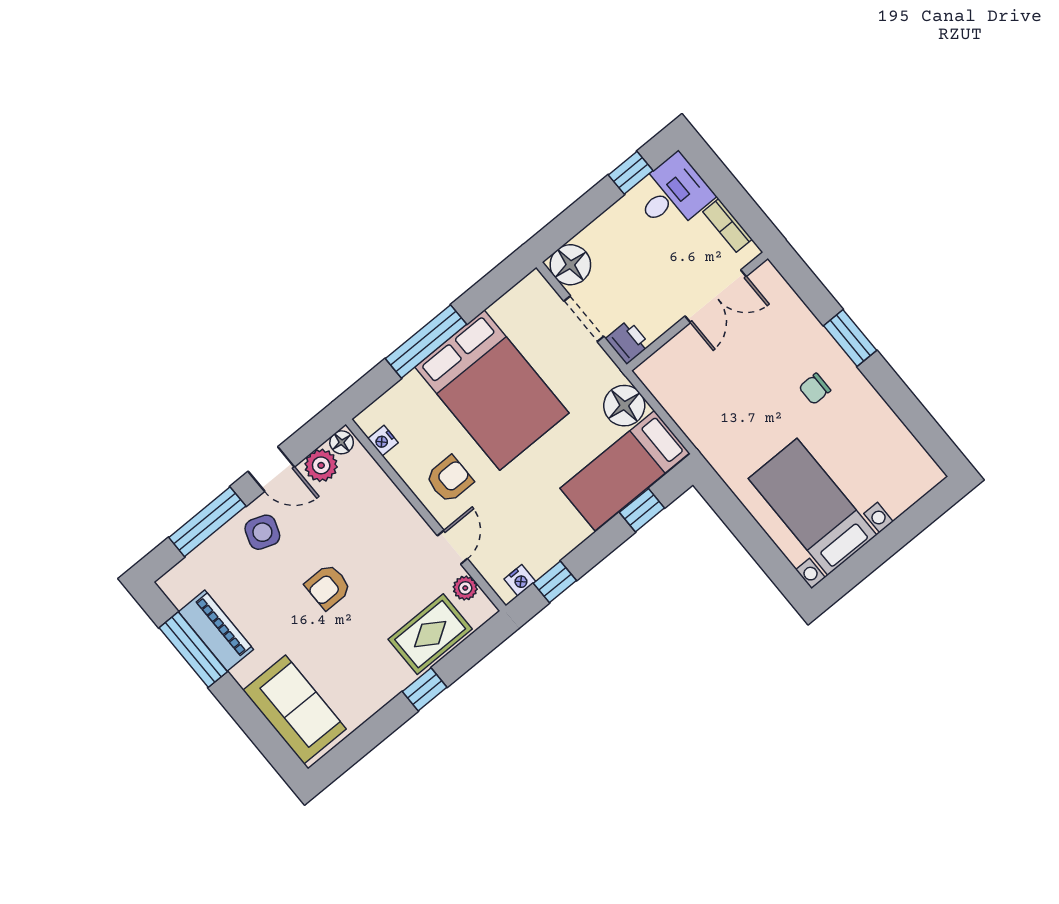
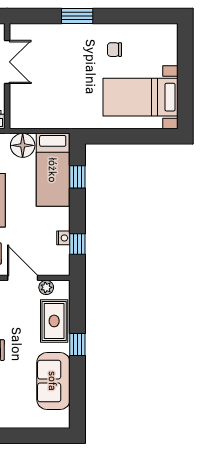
chair: (815, 389) -> (114, 50), moved, turned 90
door: (452, 547) -> (23, 278), width x1.38
nightstand: (520, 580) -> (63, 238), moved
sofa: (295, 709) -> (53, 381), moved, turned -90

